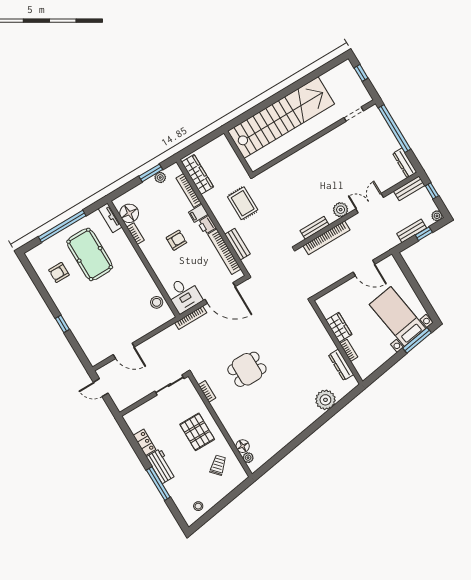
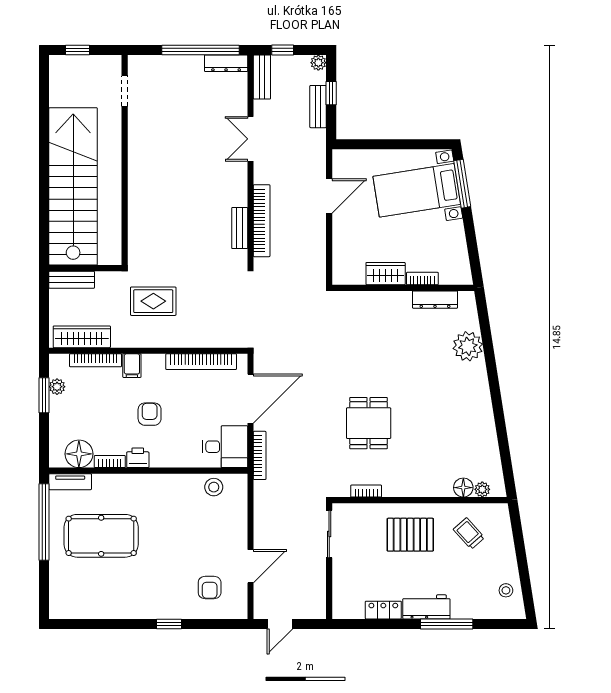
window: (394, 129) -> (201, 50), moved
plant: (341, 210) -> (237, 181), removed
printer: (207, 225) -> (138, 458), moved, turned 180
window: (62, 226) -> (44, 522), moved
bench: (238, 244) -> (72, 280), moved
armchair: (59, 272) -> (210, 587), moved

